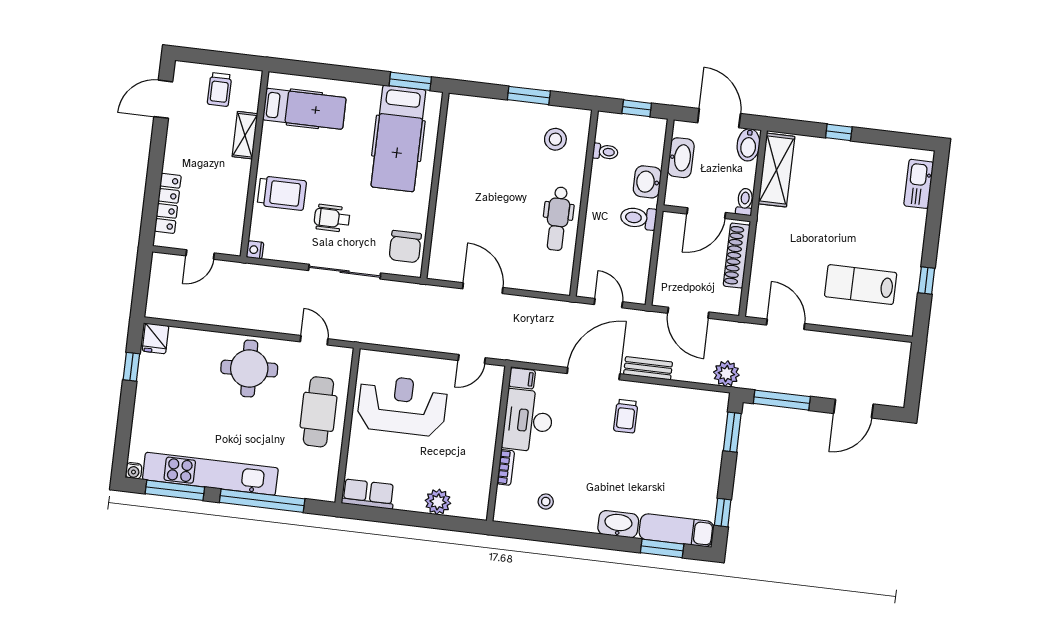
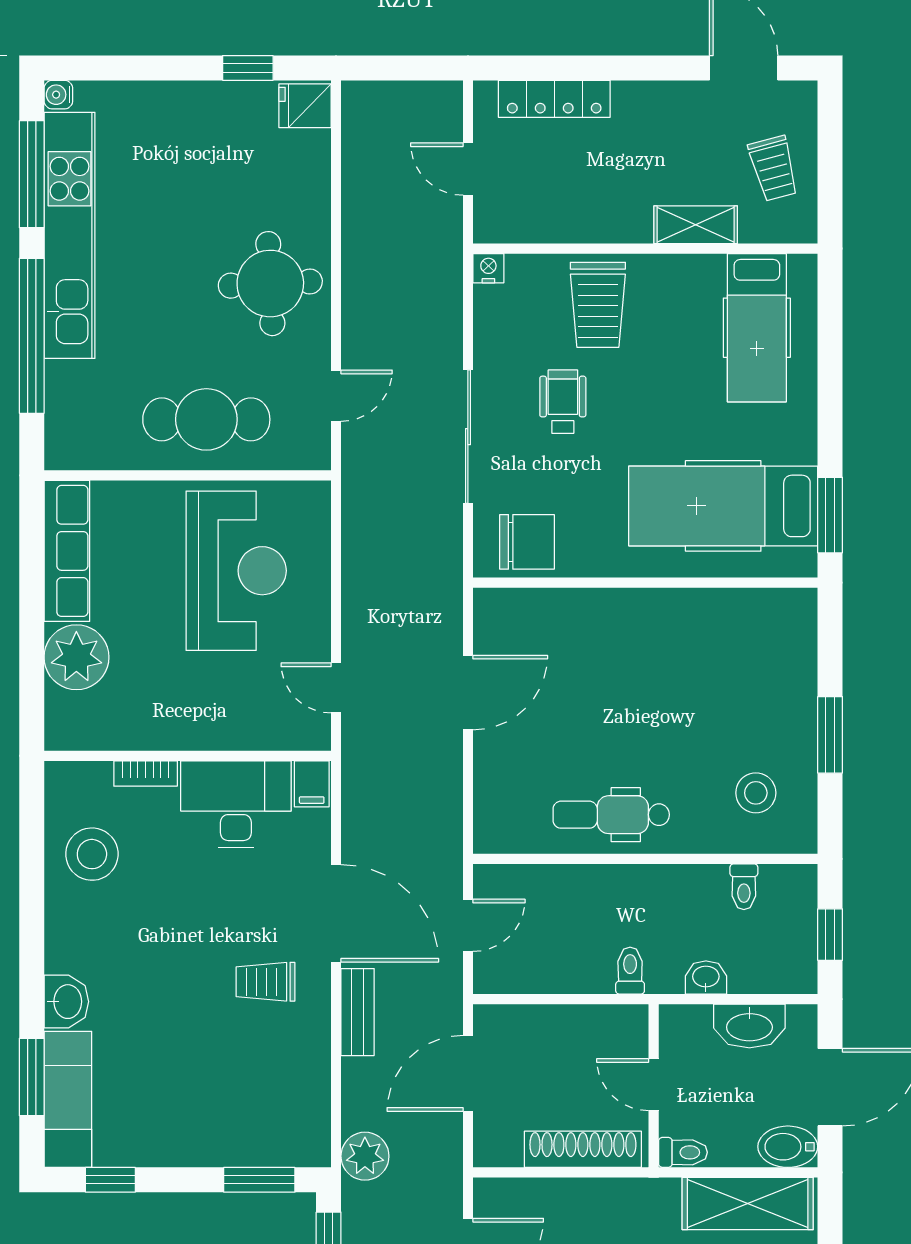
trolley: (219, 89) -> (774, 168), turned -105
washbasin: (647, 182) -> (706, 977), width x0.72, depth x0.69
door: (706, 213) -> (654, 1085), width x0.73
toilet: (638, 218) -> (630, 971), width x0.73, depth x0.72
chair: (405, 247) -> (527, 542), turned 180
row of seats: (368, 494) -> (67, 551), width x1.48
plant: (438, 502) -> (76, 657), width x1.36, depth x1.36
stool: (546, 502) -> (92, 854), width x1.89, depth x1.89
washbasin: (618, 524) -> (66, 1002), width x0.72

